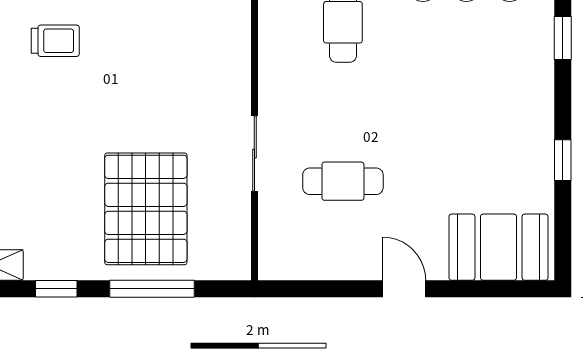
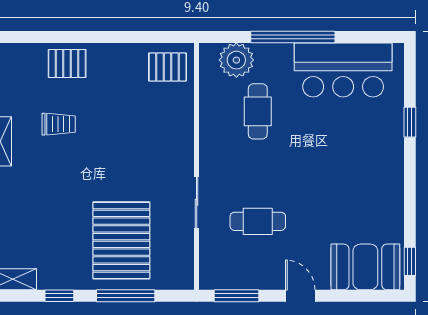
window: (563, 160) -> (410, 261), moved
window: (312, 289) -> (237, 296), added

